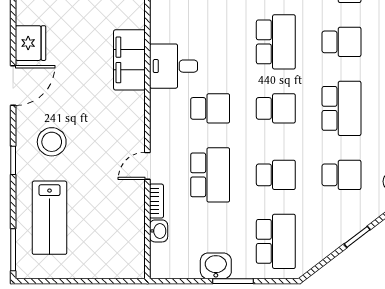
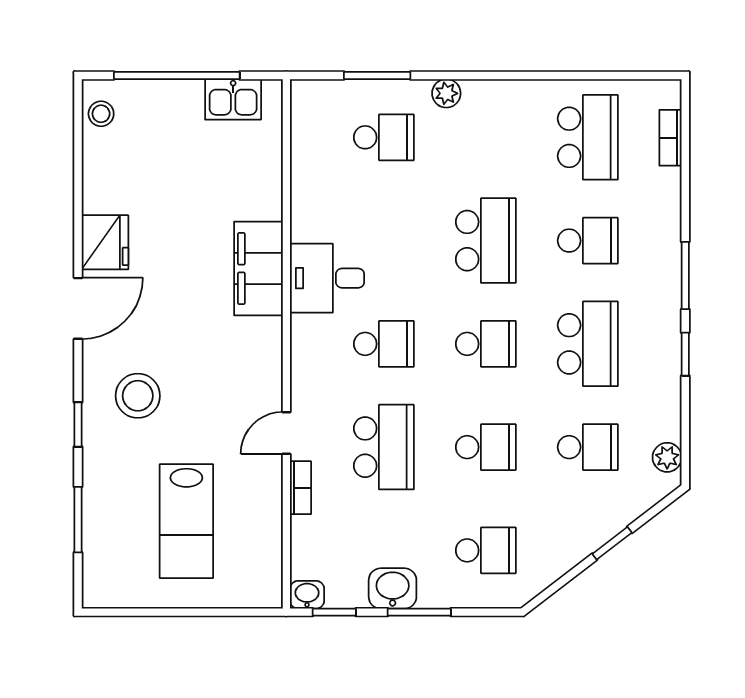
lab bench: (50, 218) -> (186, 521), moved
washbasin: (159, 231) -> (307, 595), moved, turned -90
school desk: (276, 241) -> (486, 550), width x0.54
window: (13, 250) -> (78, 520), moved
window: (178, 281) -> (334, 612), added

